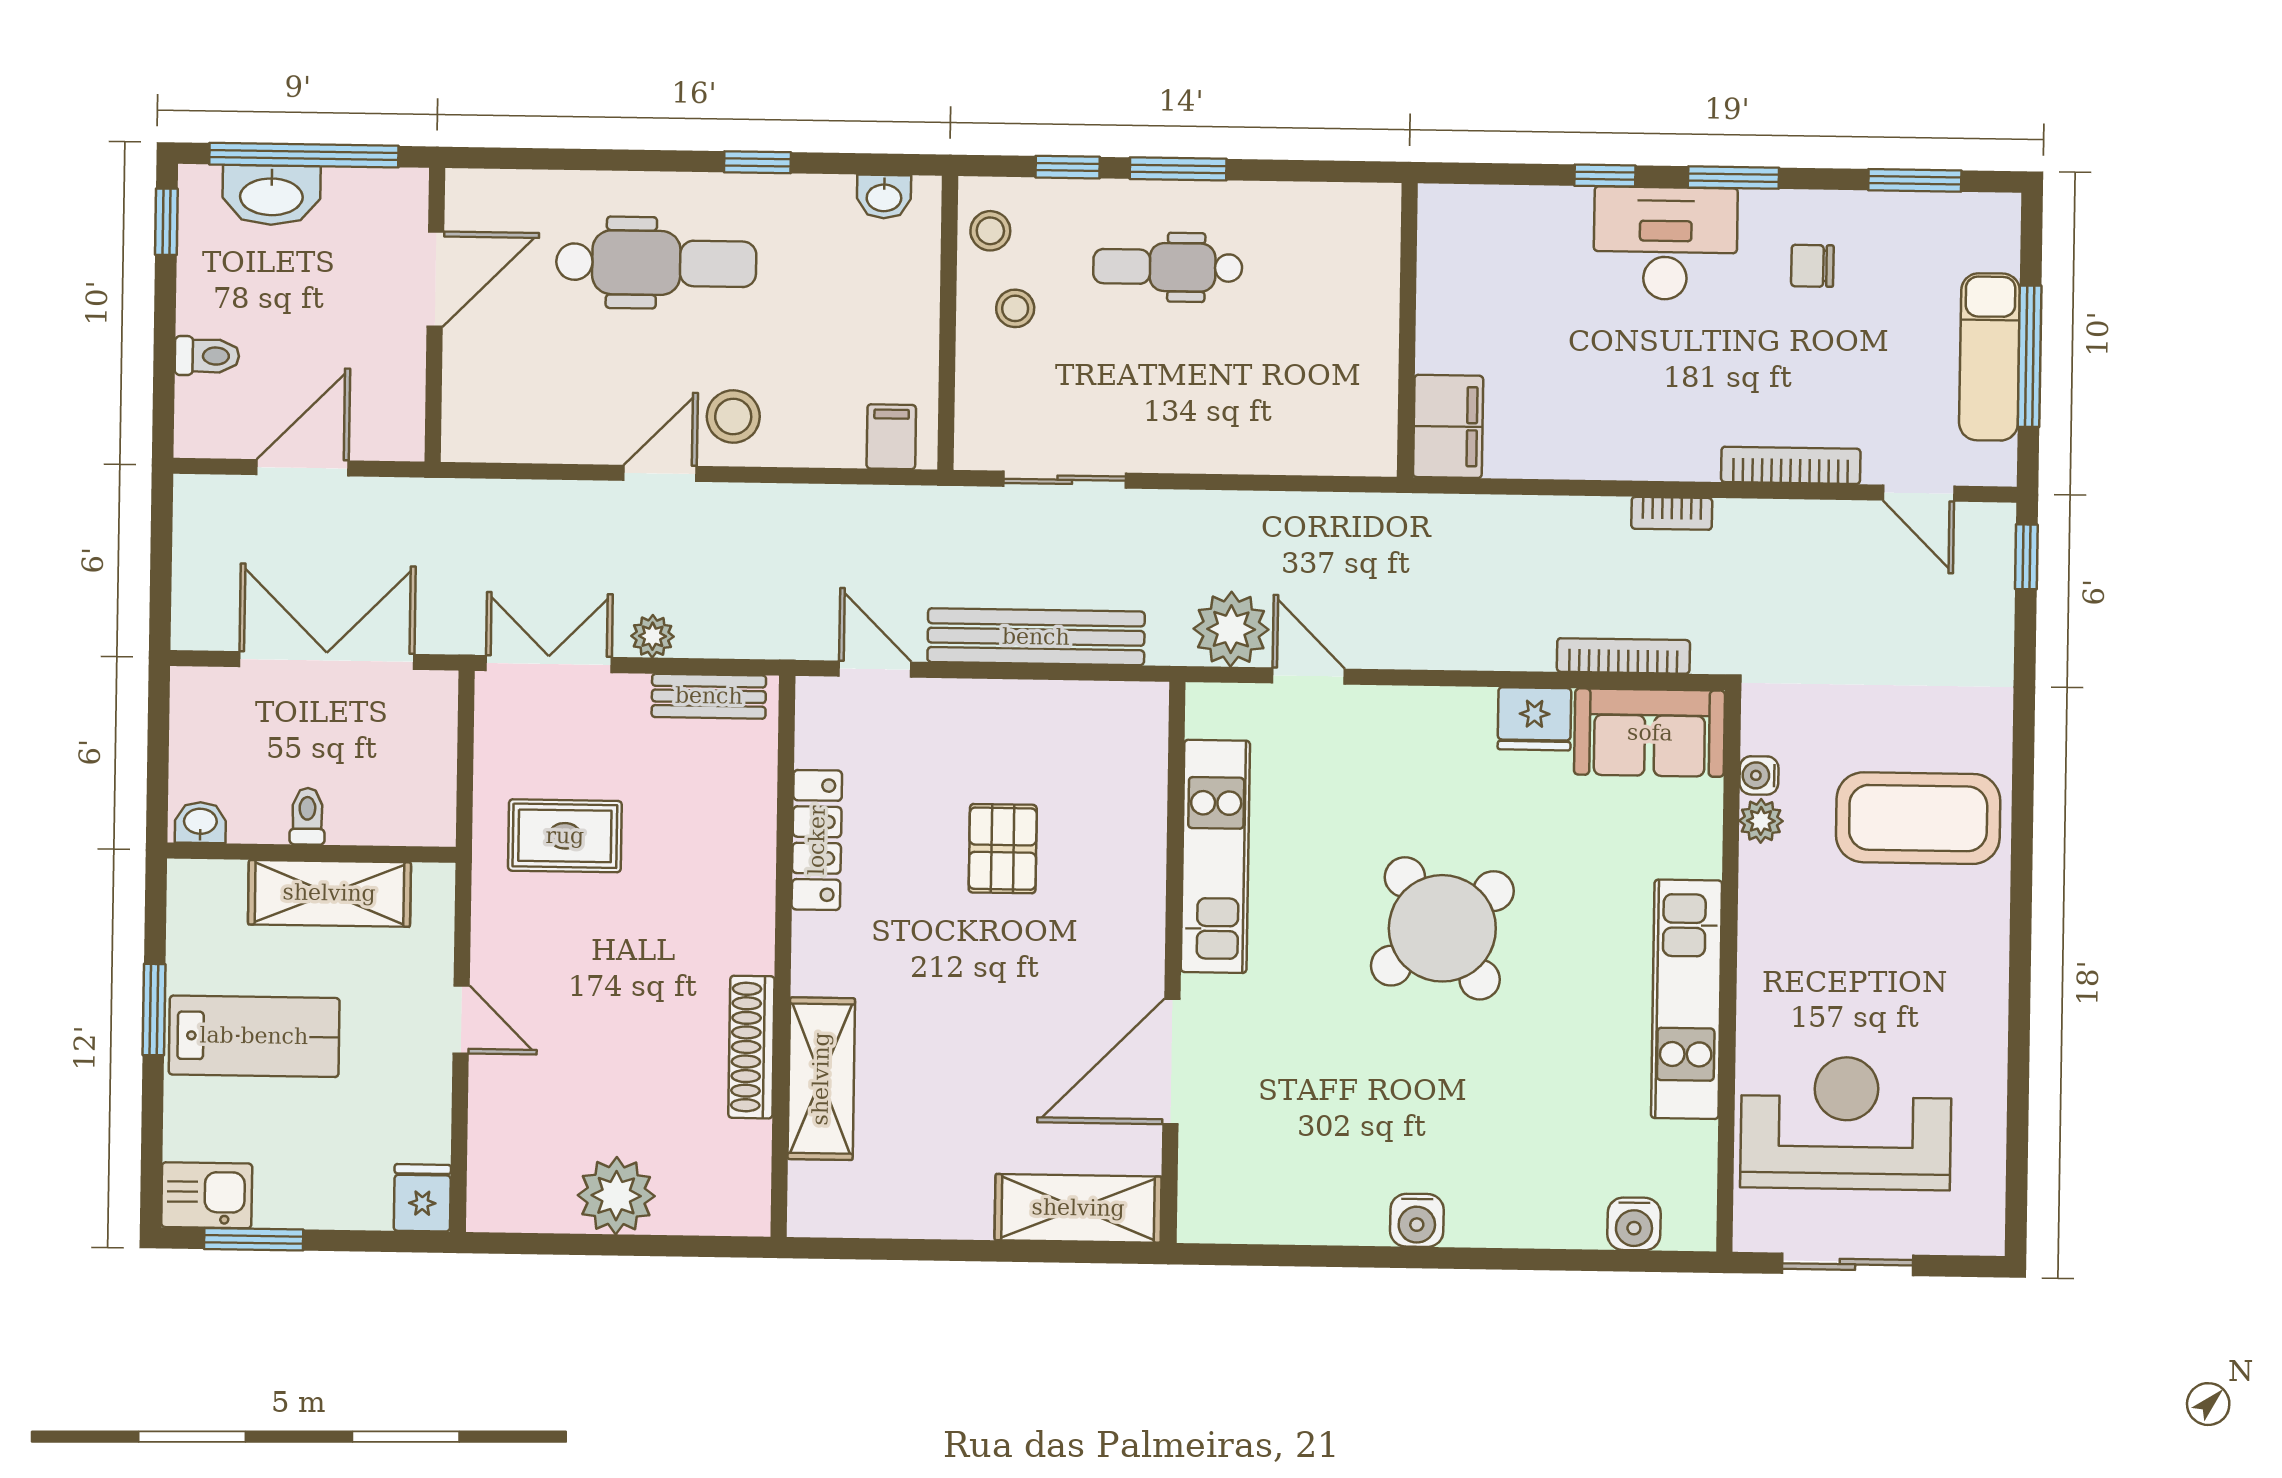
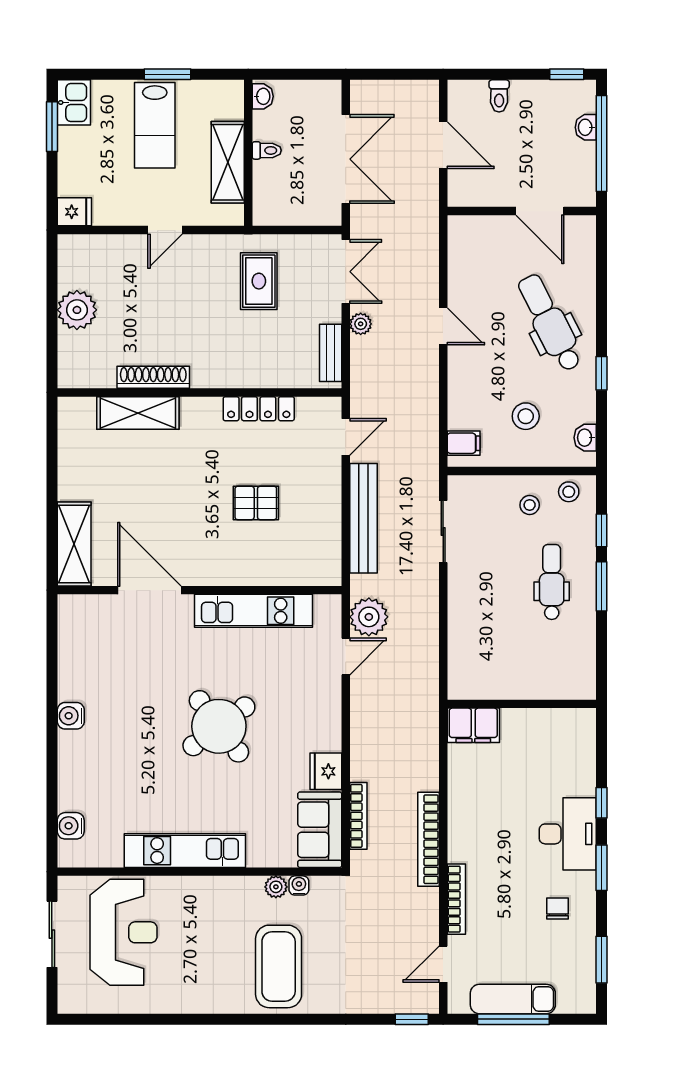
washbasin: (271, 195) -> (586, 127), width x0.52, depth x0.69
dental chair: (656, 263) -> (550, 323), turned 153
stool: (733, 416) -> (526, 416), moved
bookcase: (1672, 513) -> (428, 839), width x2.31, depth x1.31

